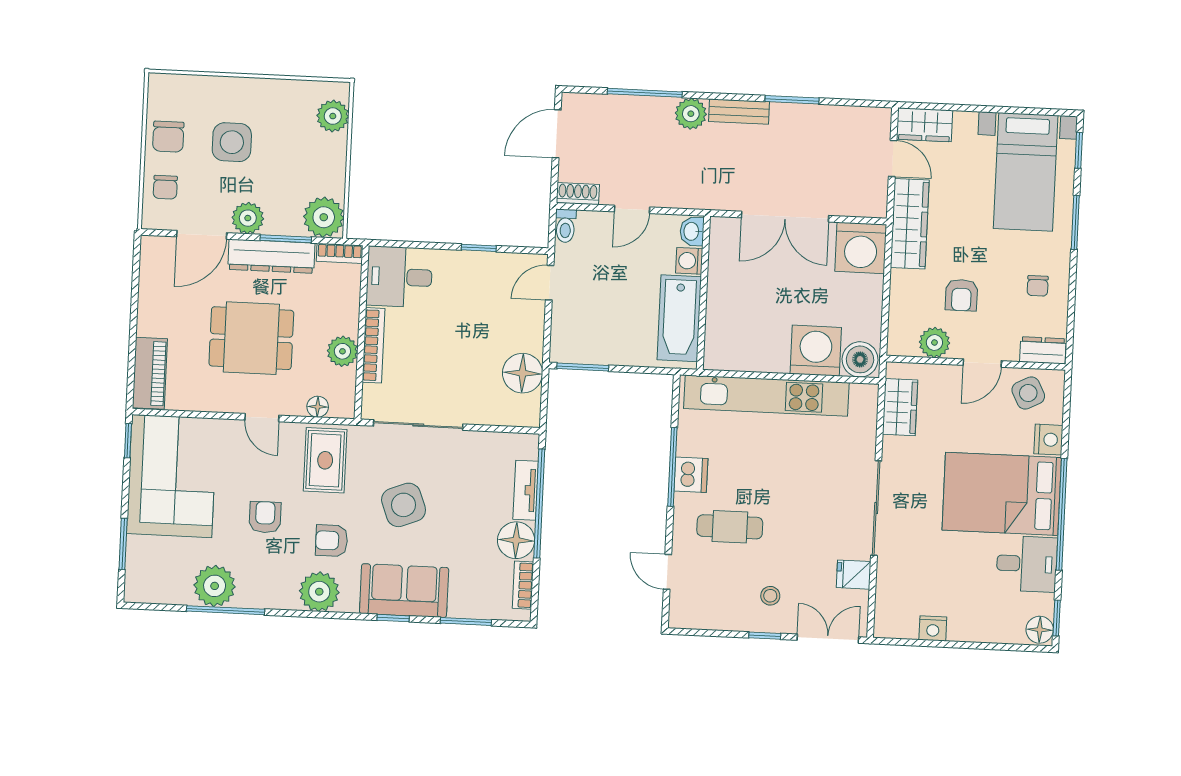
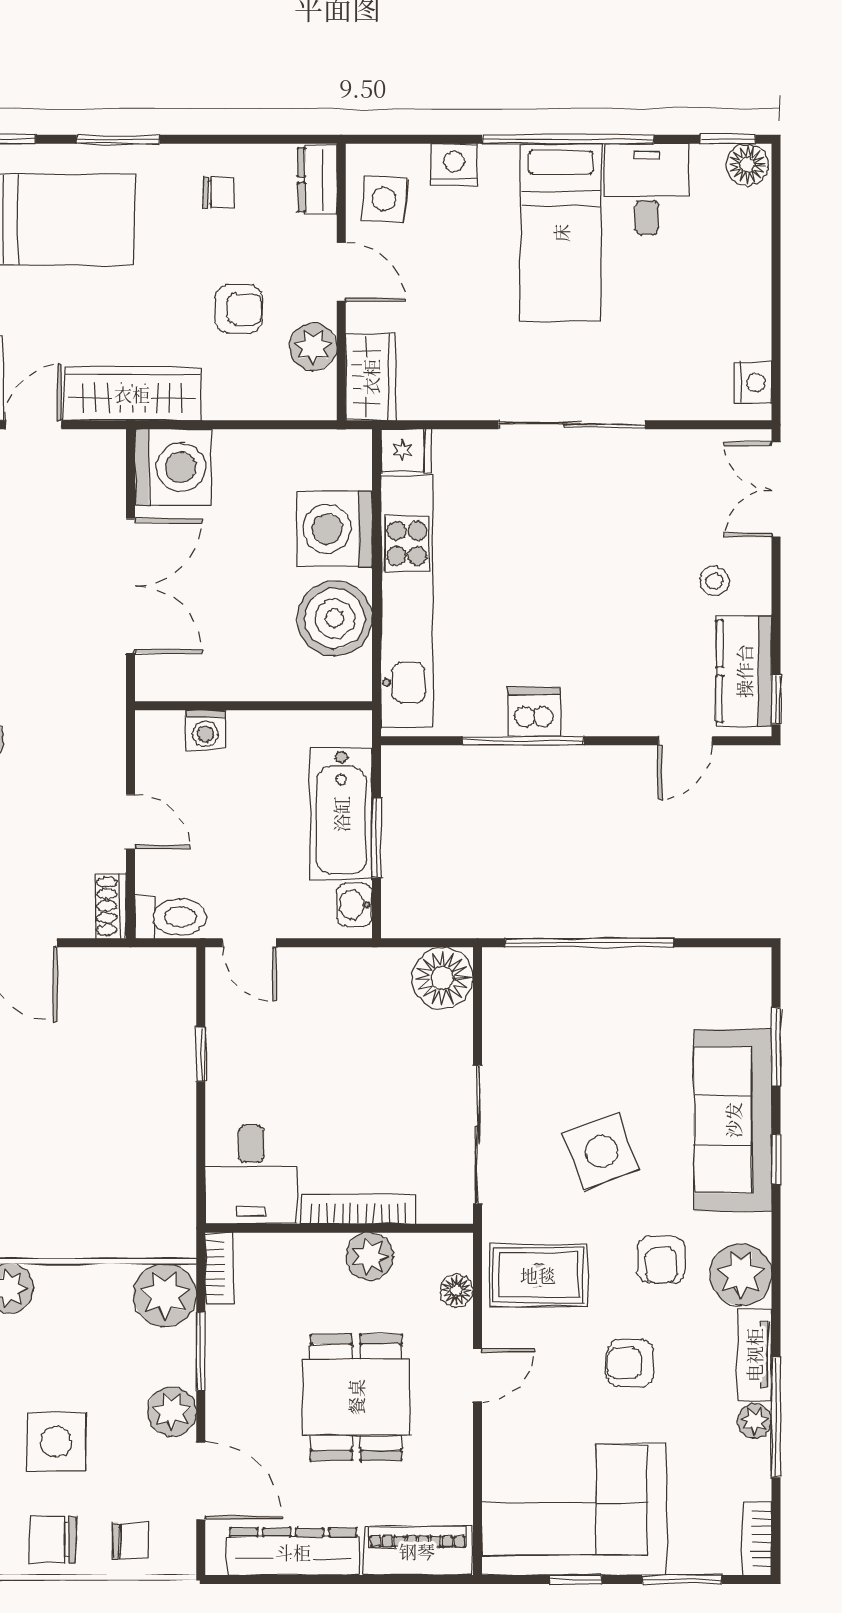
chair: (168, 137) -> (52, 1540), turned 180
toilet: (565, 226) -> (170, 917), width x1.37, depth x1.39
washbasin: (692, 231) -> (354, 905), moved, turned 90
dresser: (271, 256) -> (293, 1552), moved, turned -90
bathtub: (679, 318) -> (341, 814), moved, turned 90
boiler: (860, 359) -> (335, 618), moved, width x1.37, depth x1.37
window: (583, 367) -> (376, 838), moved
floor lamp: (523, 373) -> (442, 978), moved
side table: (1028, 393) -> (384, 199), turned 31
wardrobe: (900, 407) -> (371, 377), moved, turned 90
window: (128, 441) -> (576, 1580), moved
tv unit: (526, 490) -> (754, 1355), moved, turned 90
bed: (1002, 494) -> (561, 233), width x0.67
cafe table: (730, 527) -> (611, 648), removed
floor lamp: (516, 540) -> (647, 976), removed
fridge: (854, 575) -> (406, 450), moved, turned -90
bookcase: (523, 585) -> (757, 1539), moved, turned 90
plant: (215, 586) -> (755, 1421), width x0.53, depth x0.53
sofa: (404, 591) -> (733, 1120), width x1.36
kitchen counter: (711, 612) -> (744, 671), added
nightstand: (933, 628) -> (753, 383), moved
window: (765, 636) -> (776, 699), moved

